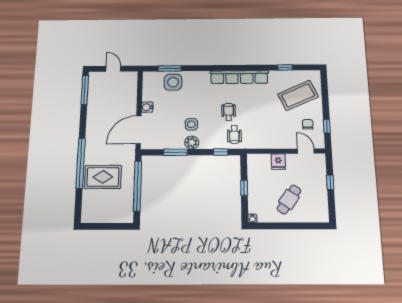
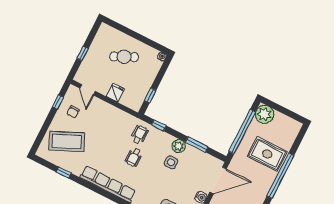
window: (244, 188) -> (150, 95), moved
cafe table: (289, 199) -> (124, 57), turned 31
plant: (124, 213) -> (264, 114), added

